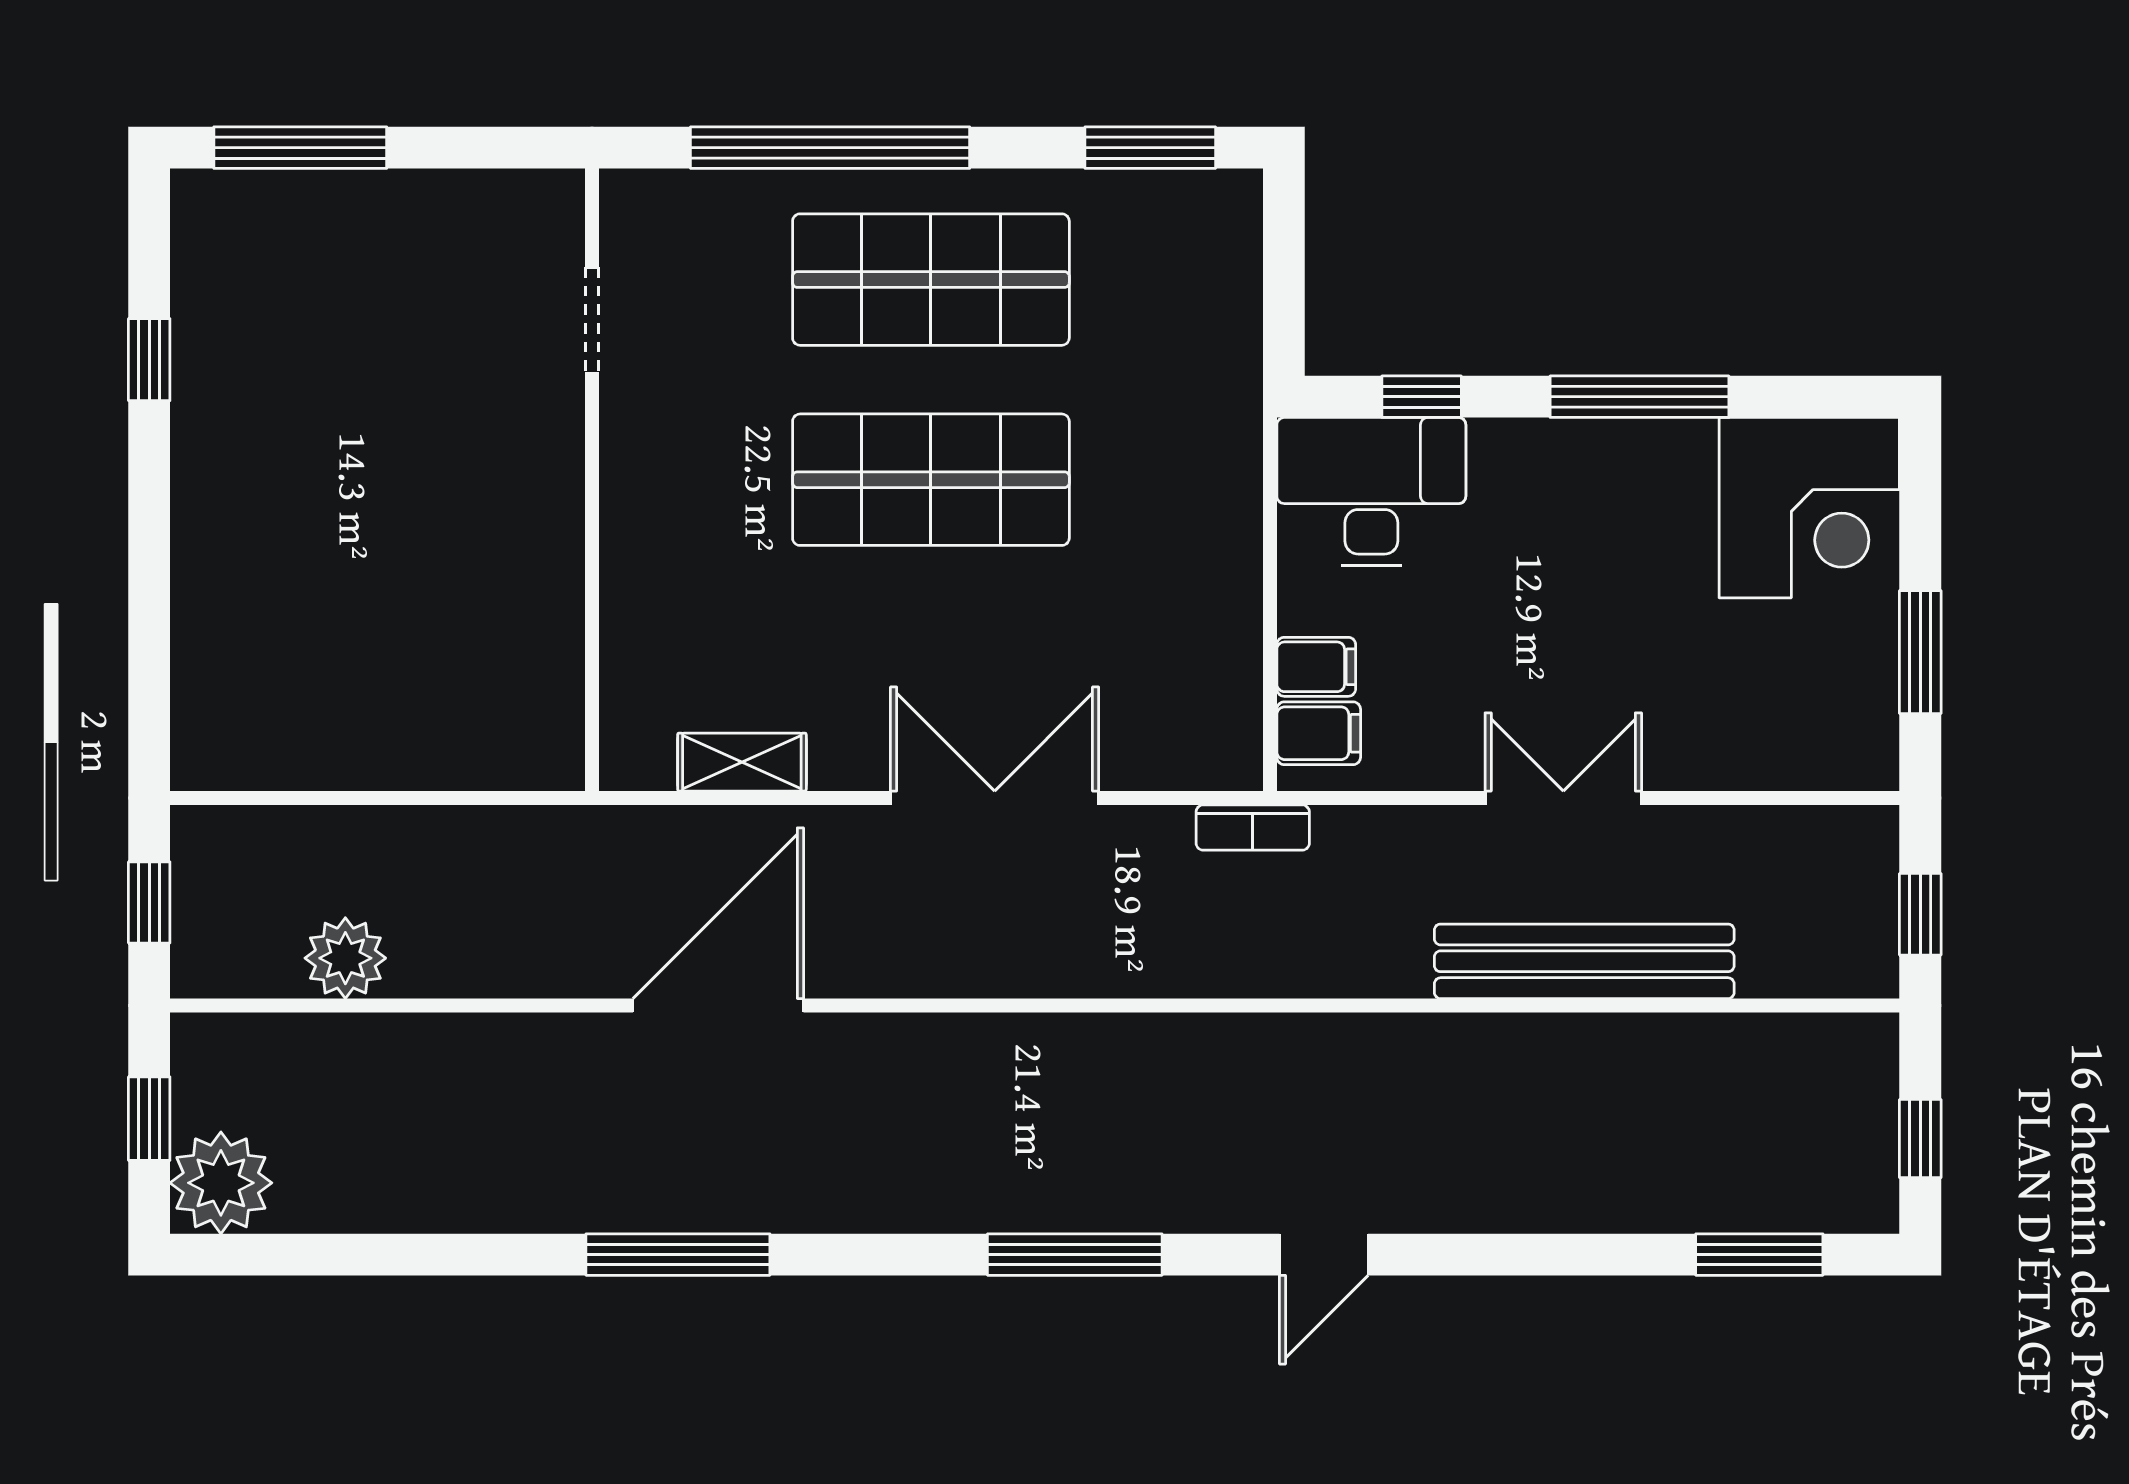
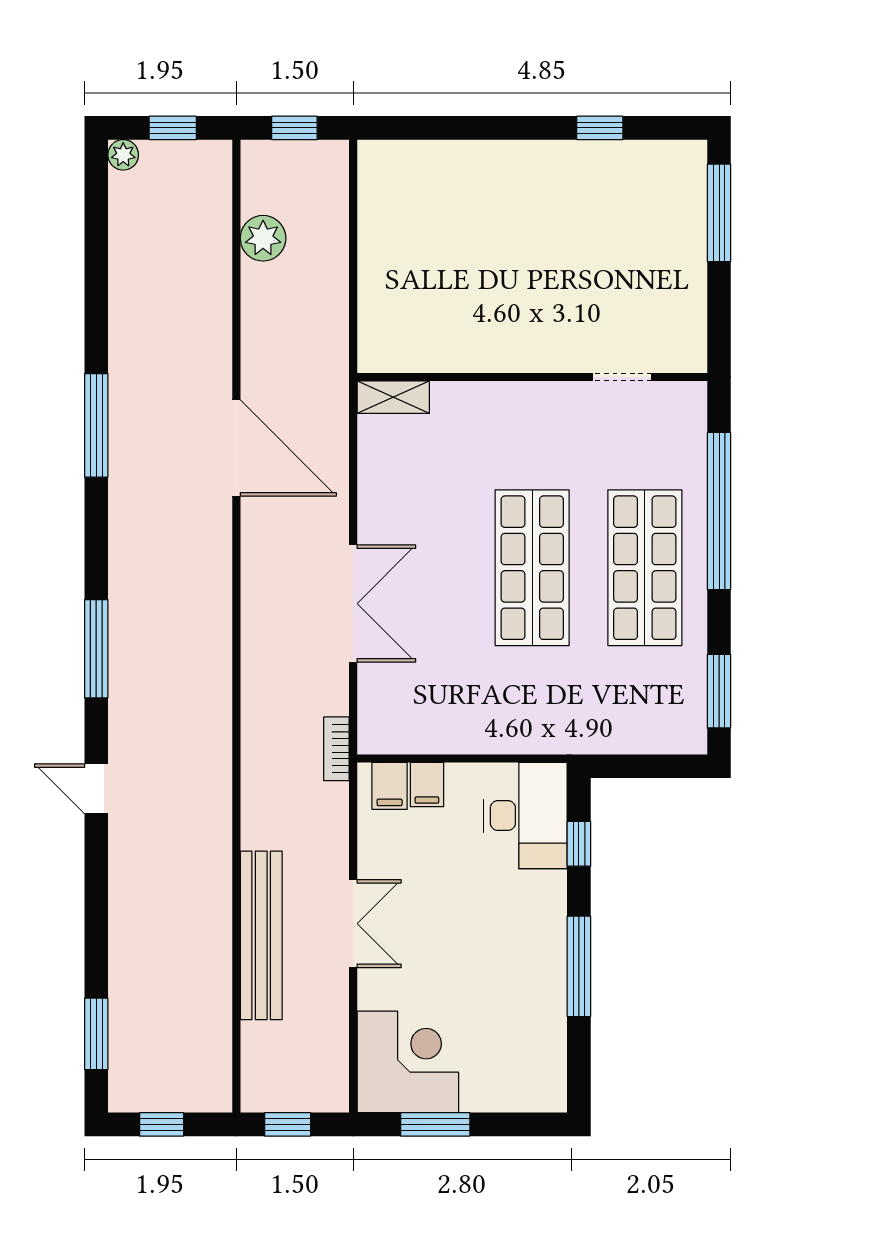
corner desk: (1809, 508) -> (408, 1062), moved, turned 180
shelving: (742, 762) -> (393, 397), moved, turned 90
plant: (221, 1183) -> (123, 155), width x0.53, depth x0.53

